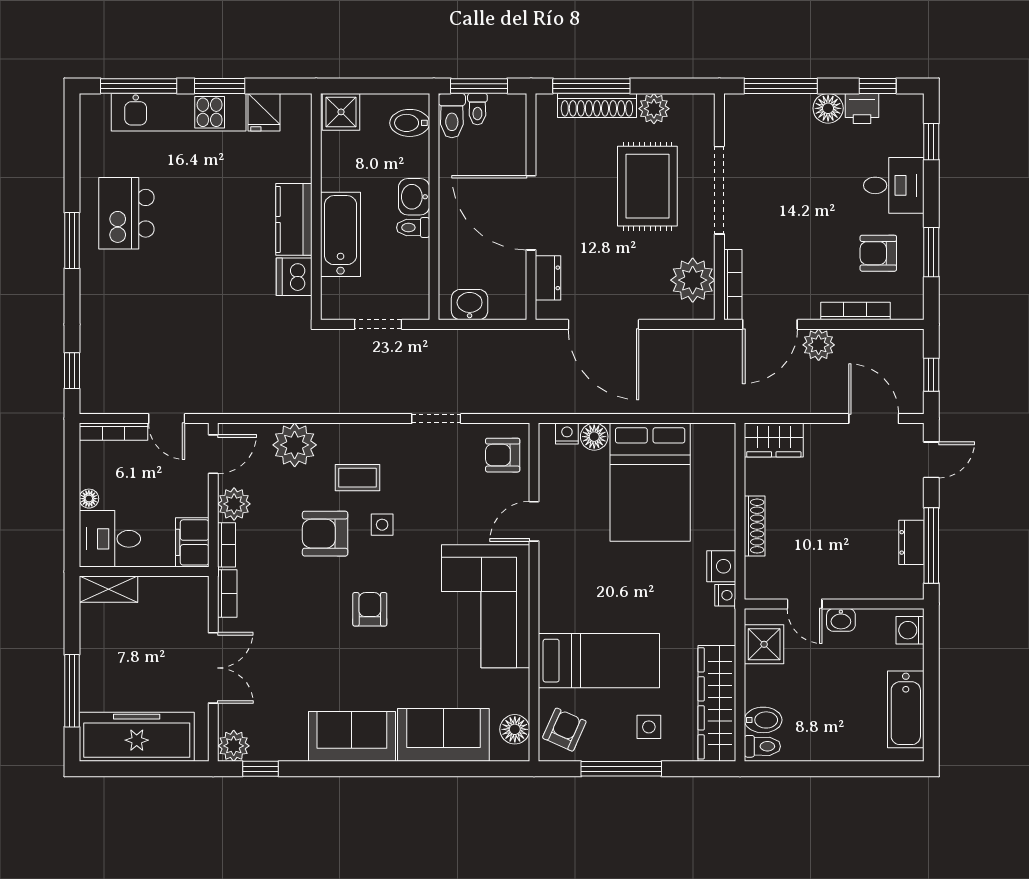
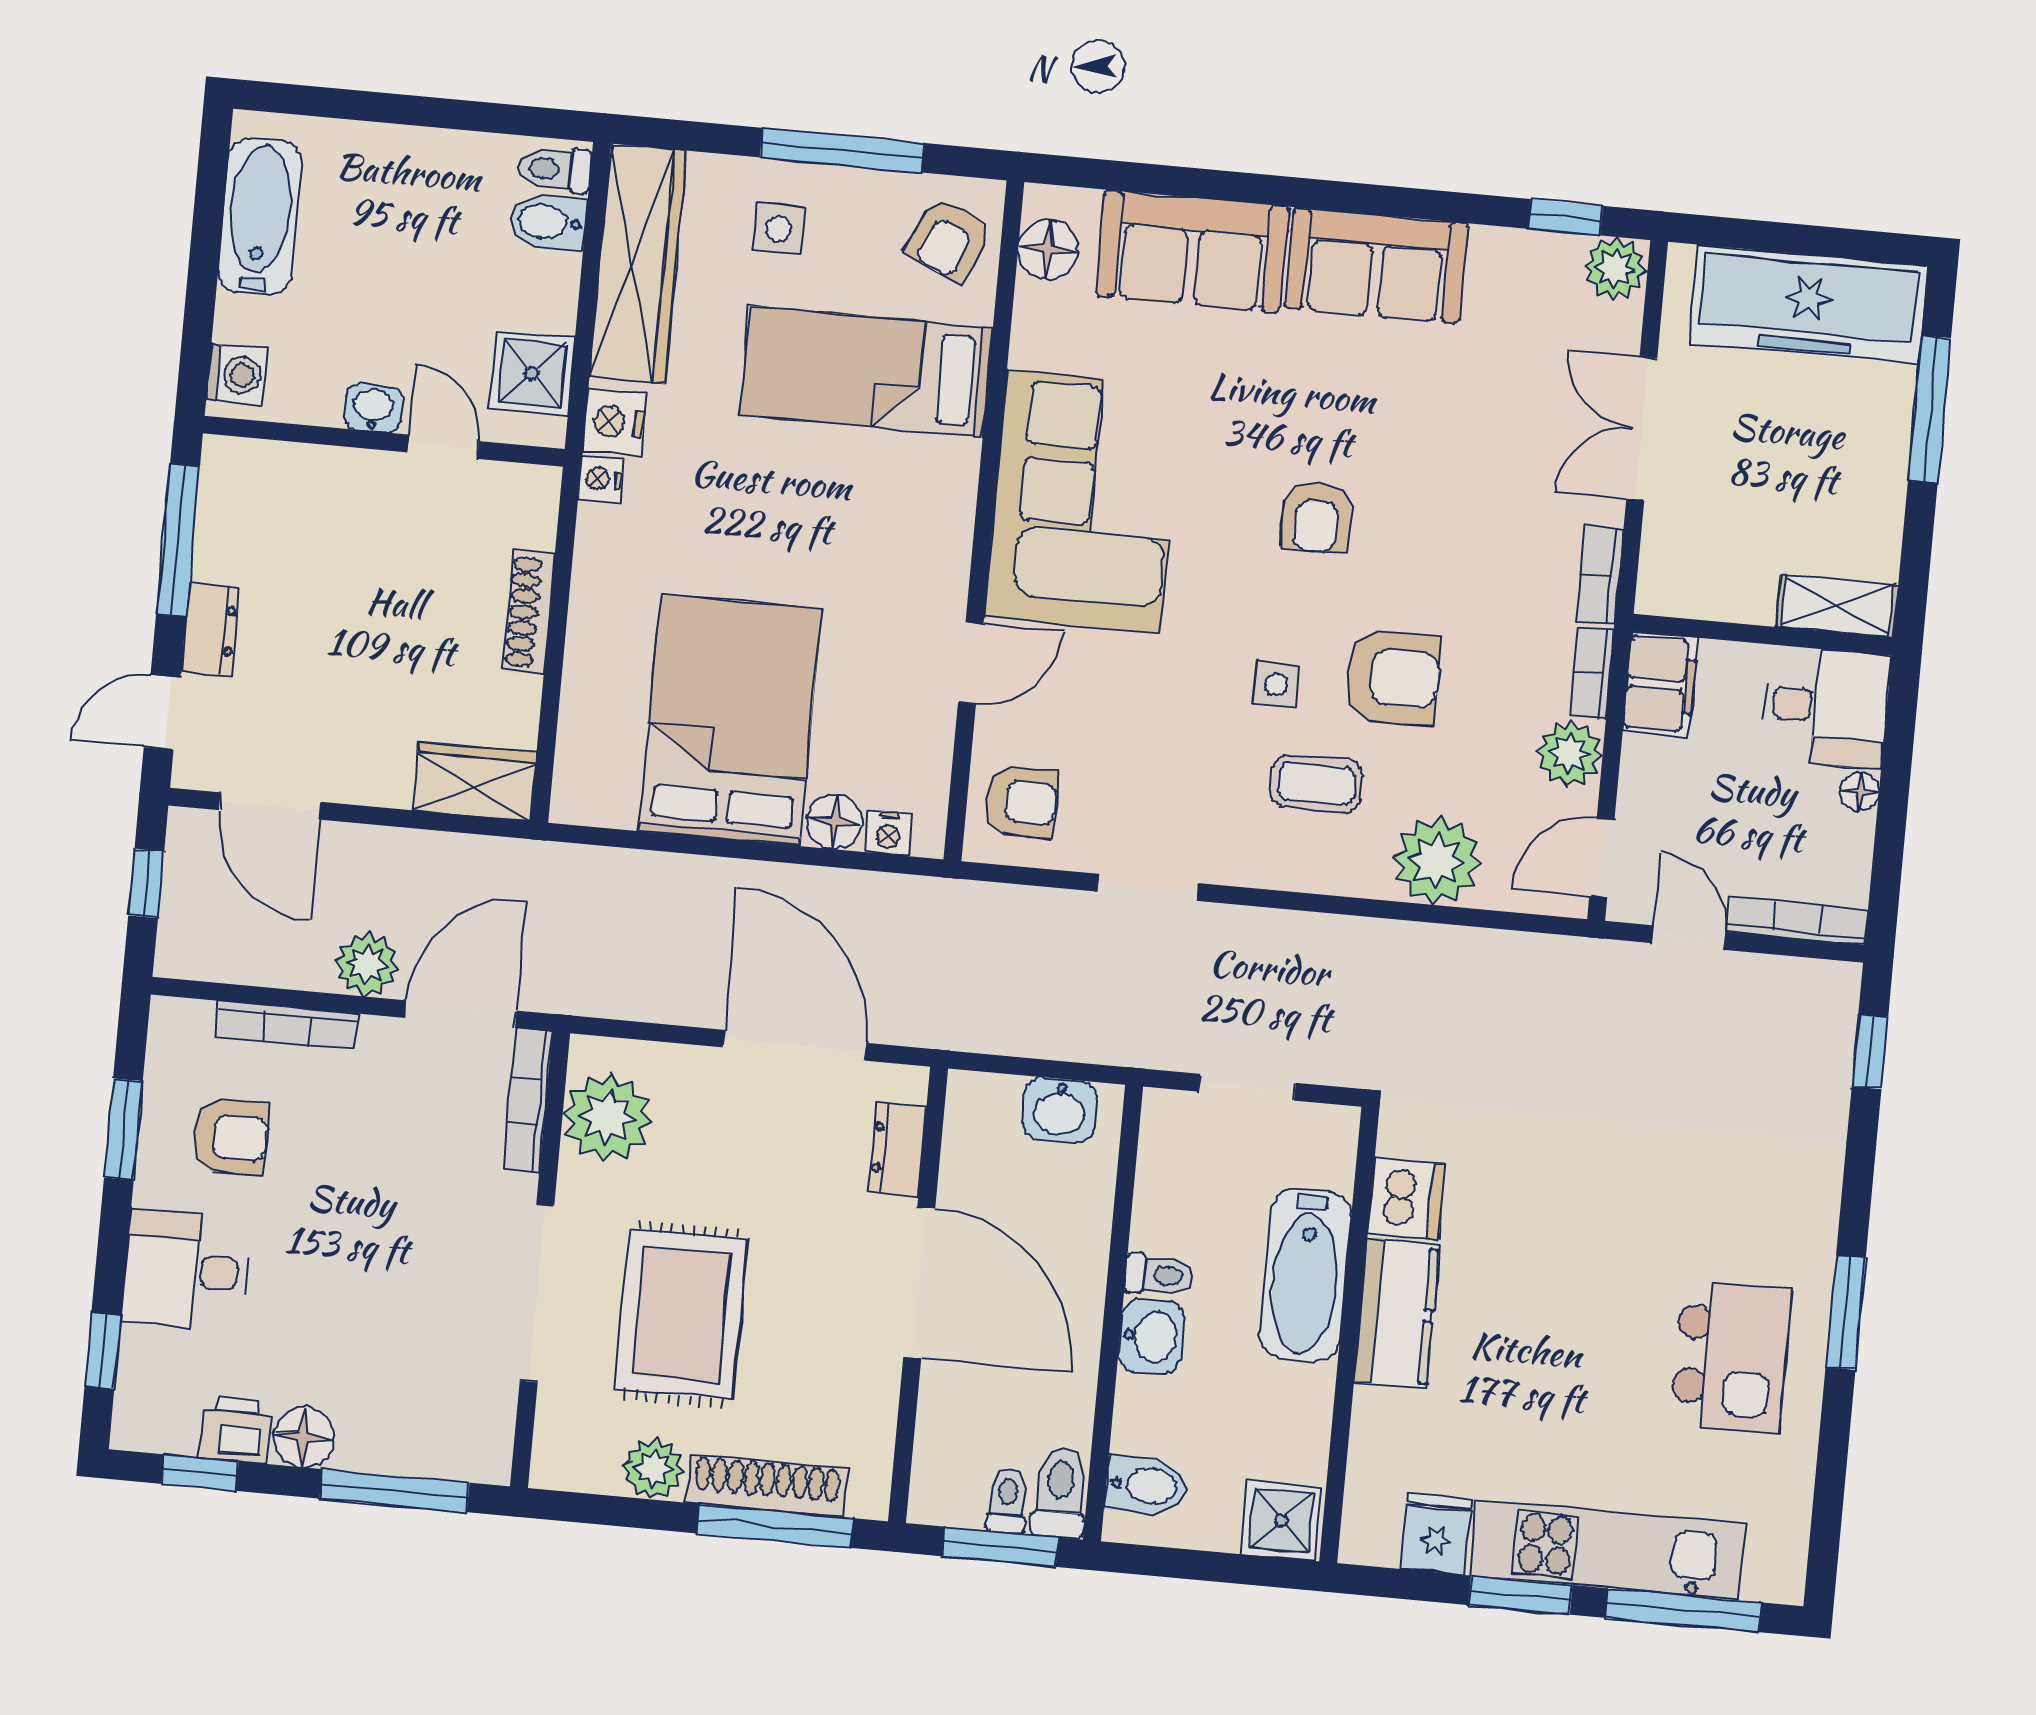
dresser: (911, 542) -> (210, 629), moved
nightstand: (721, 566) -> (614, 422), moved

